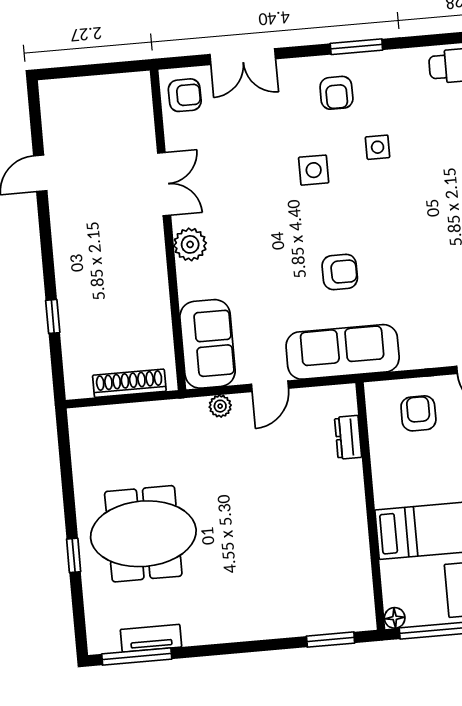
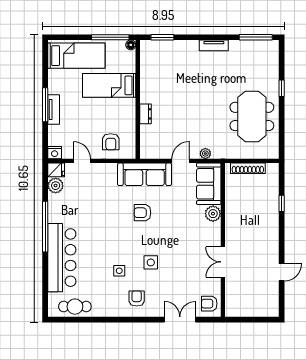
window: (356, 47) -> (125, 320), removed
plant: (190, 244) -> (213, 214), moved
dresser: (348, 437) -> (145, 114), moved
meeting table: (143, 534) -> (252, 116), moved, turned 90
tv unit: (151, 638) -> (214, 45), moved

